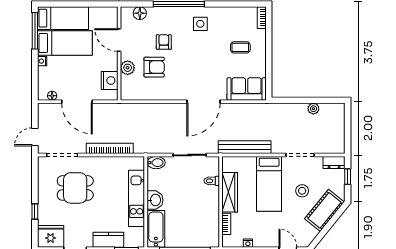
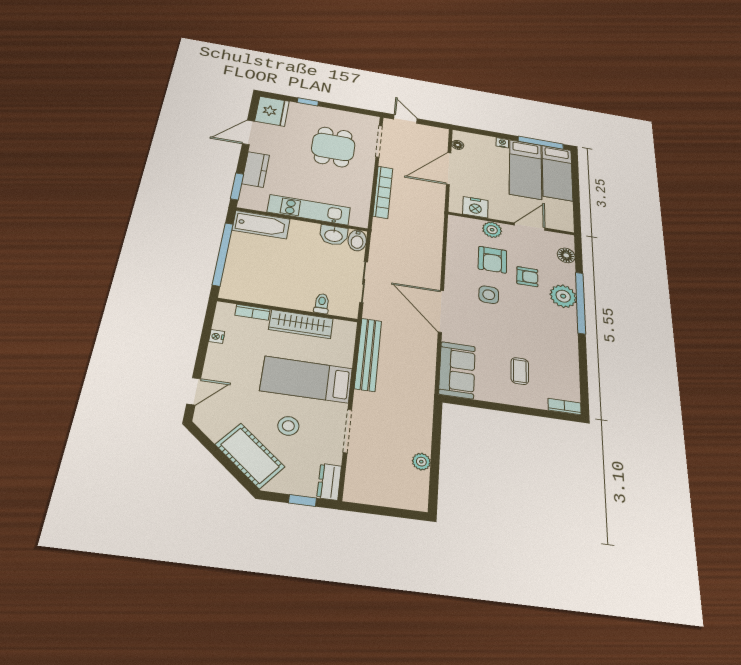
plant: (176, 16) -> (563, 296), added
side table: (200, 24) -> (489, 295), moved
washbasin: (155, 200) -> (334, 235), moved

